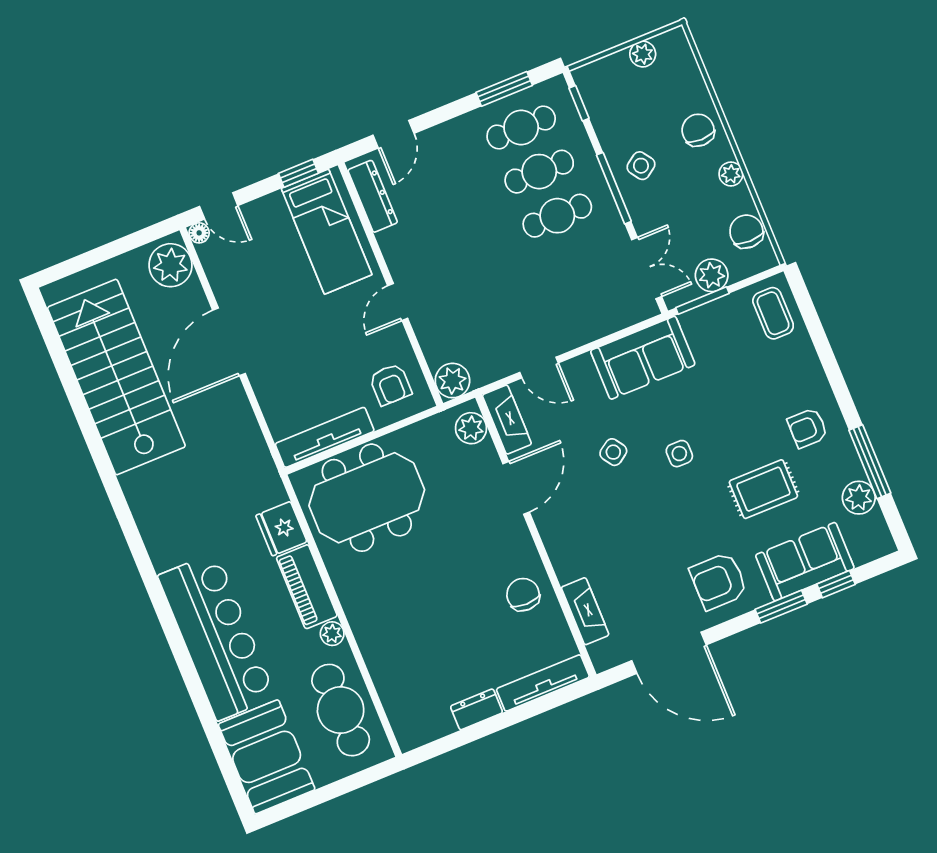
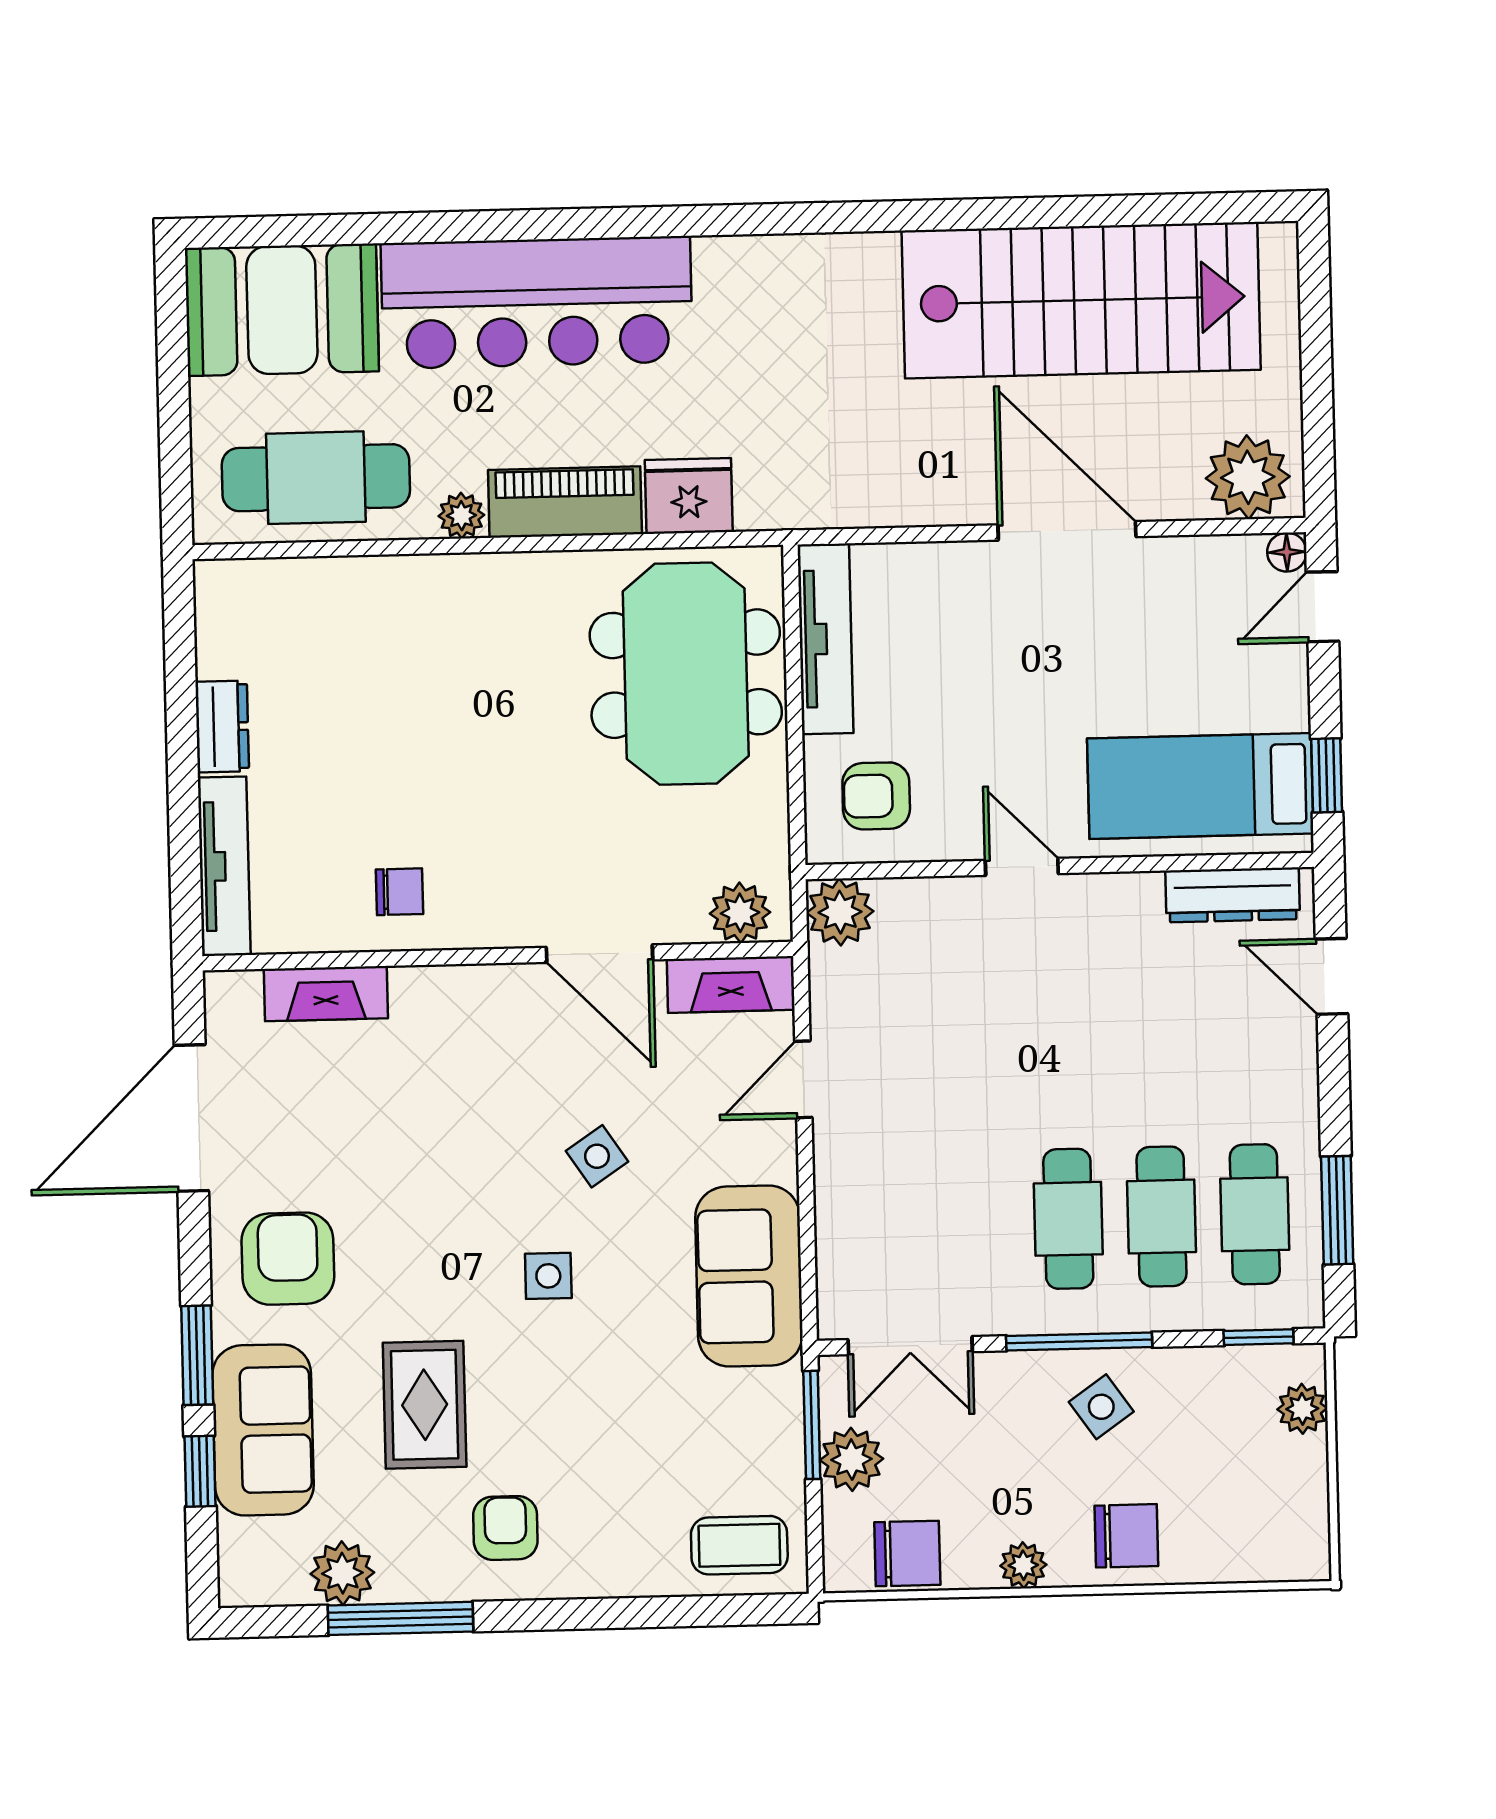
plant: (643, 54) -> (1302, 1409), moved
chair: (523, 595) -> (400, 892), width x0.73, depth x0.73

